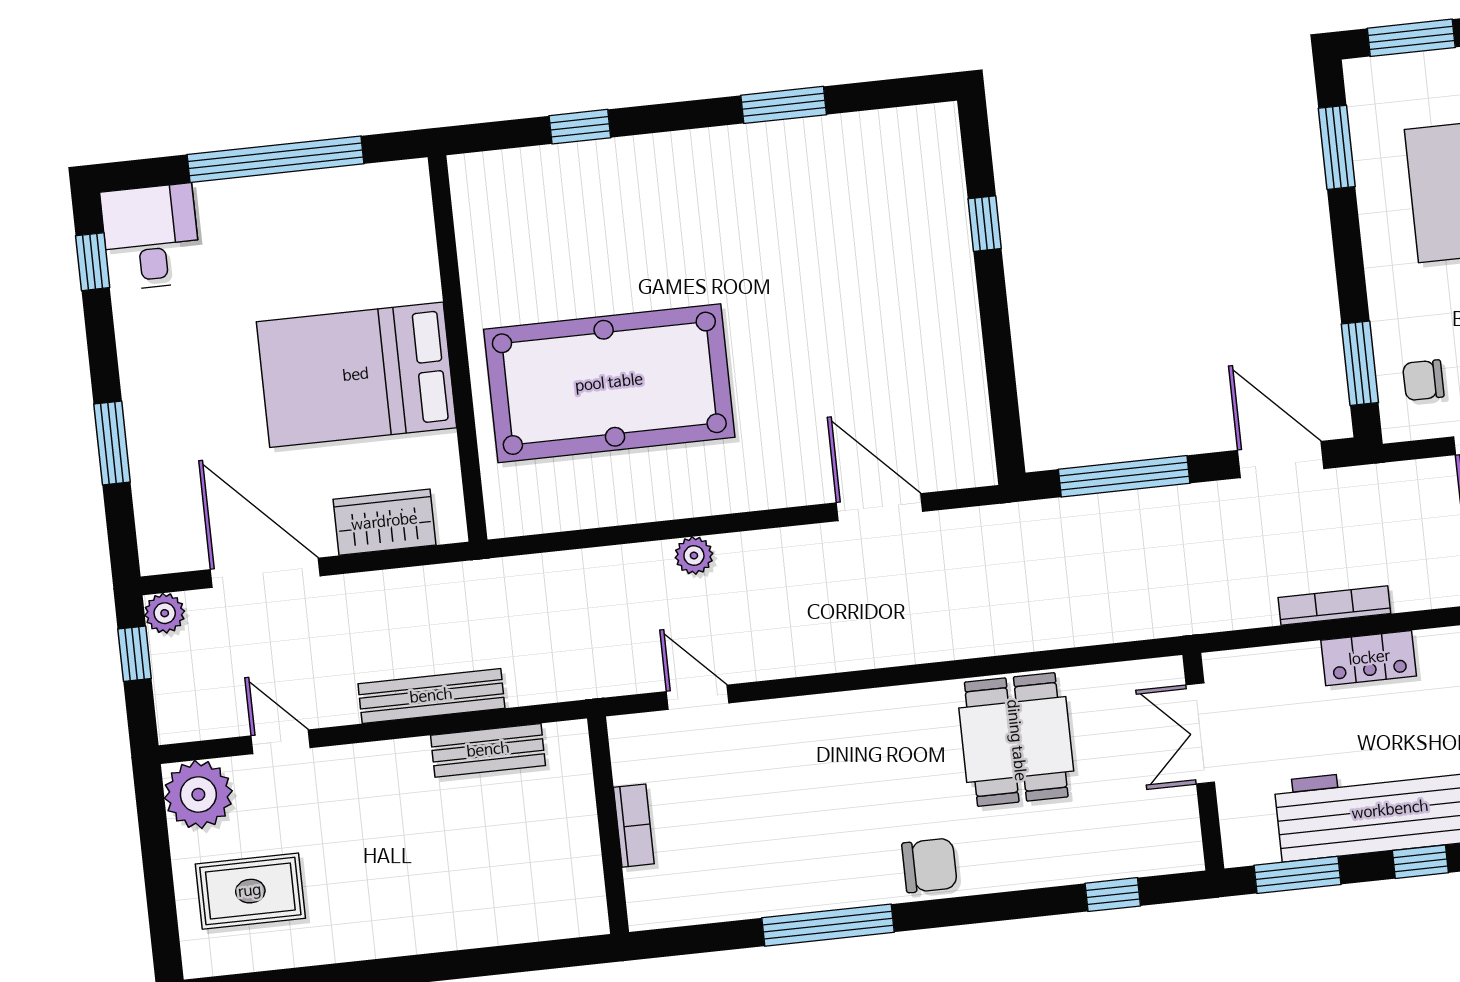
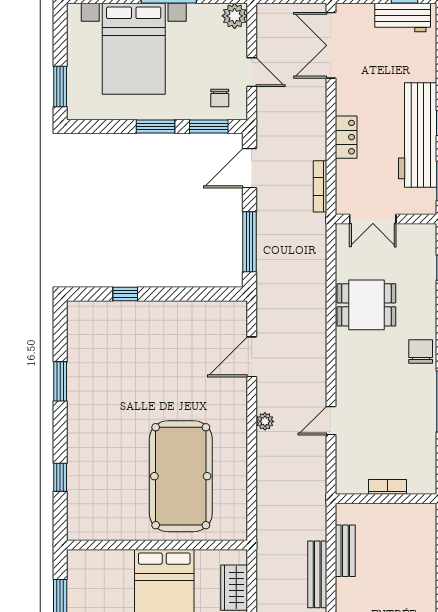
window: (1337, 147) -> (156, 127), moved
plant: (694, 555) -> (265, 421), moved
bookcase: (1334, 605) -> (320, 186), moved
door: (698, 697) -> (331, 421), moved

